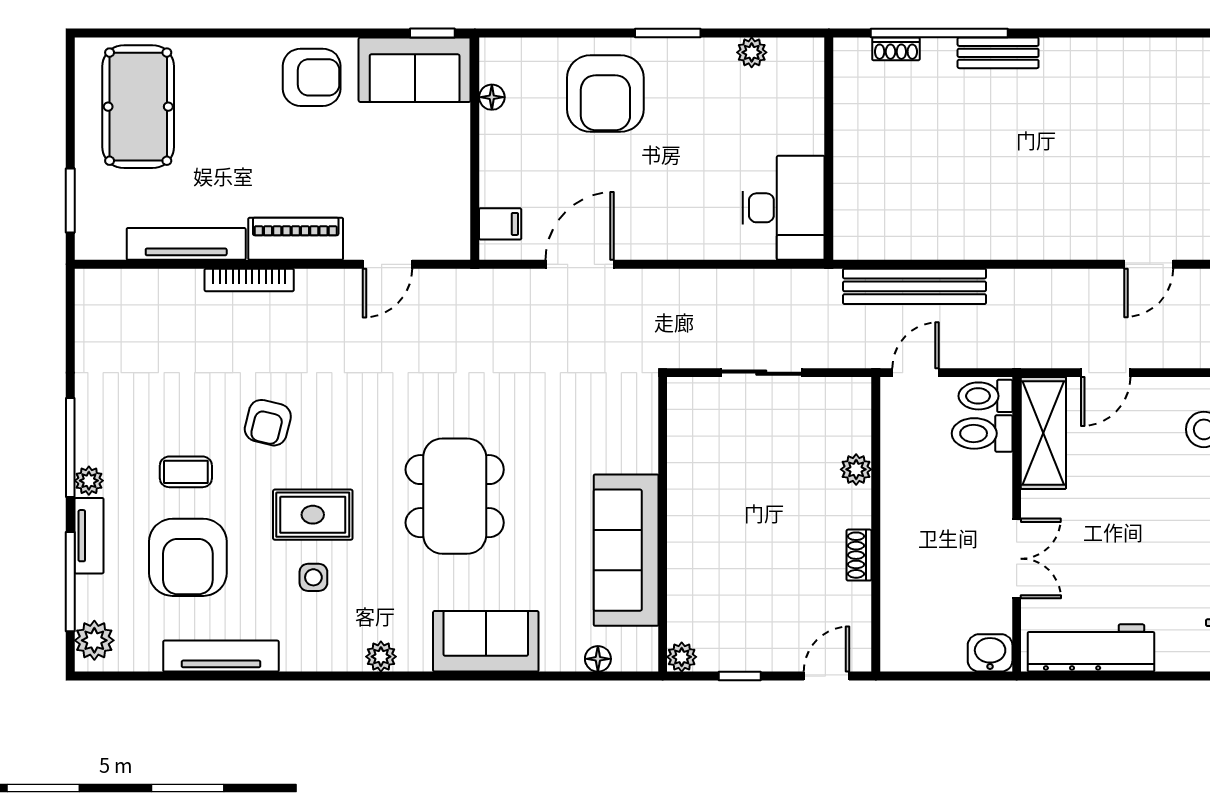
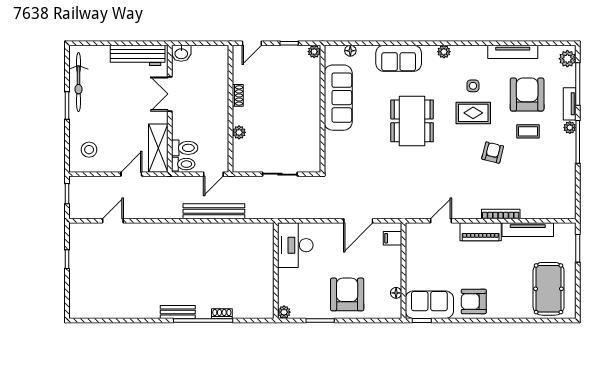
wall: (829, 149) -> (276, 271), moved
desk: (784, 208) -> (295, 245), moved

